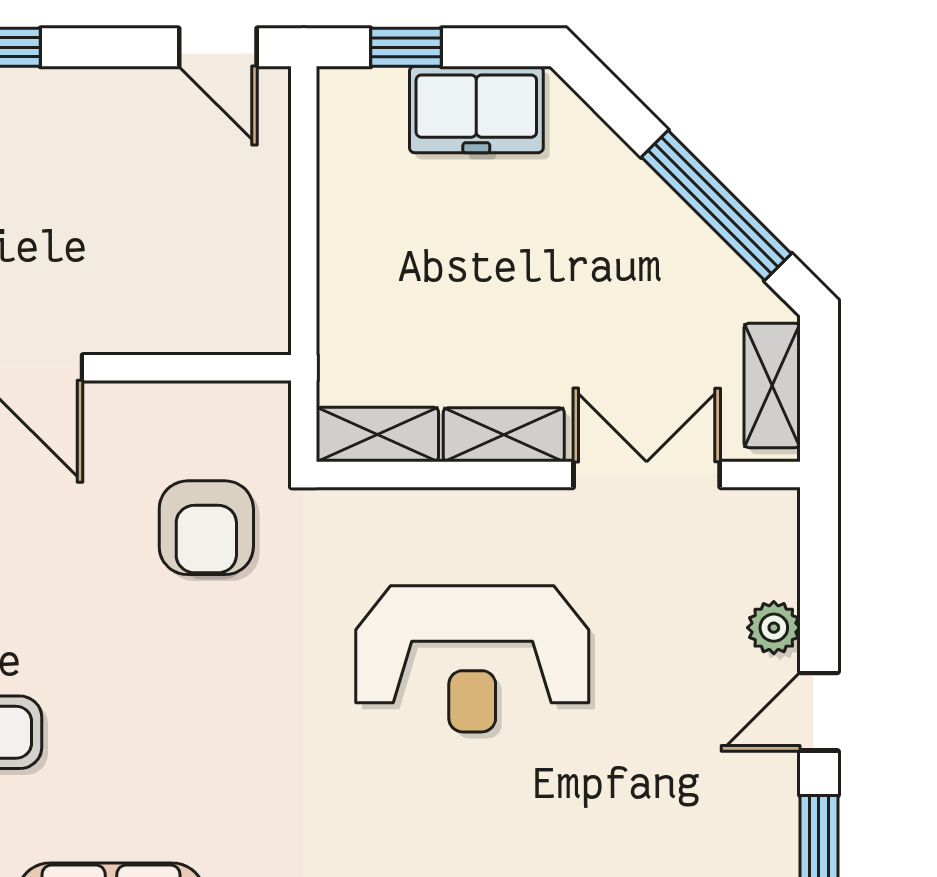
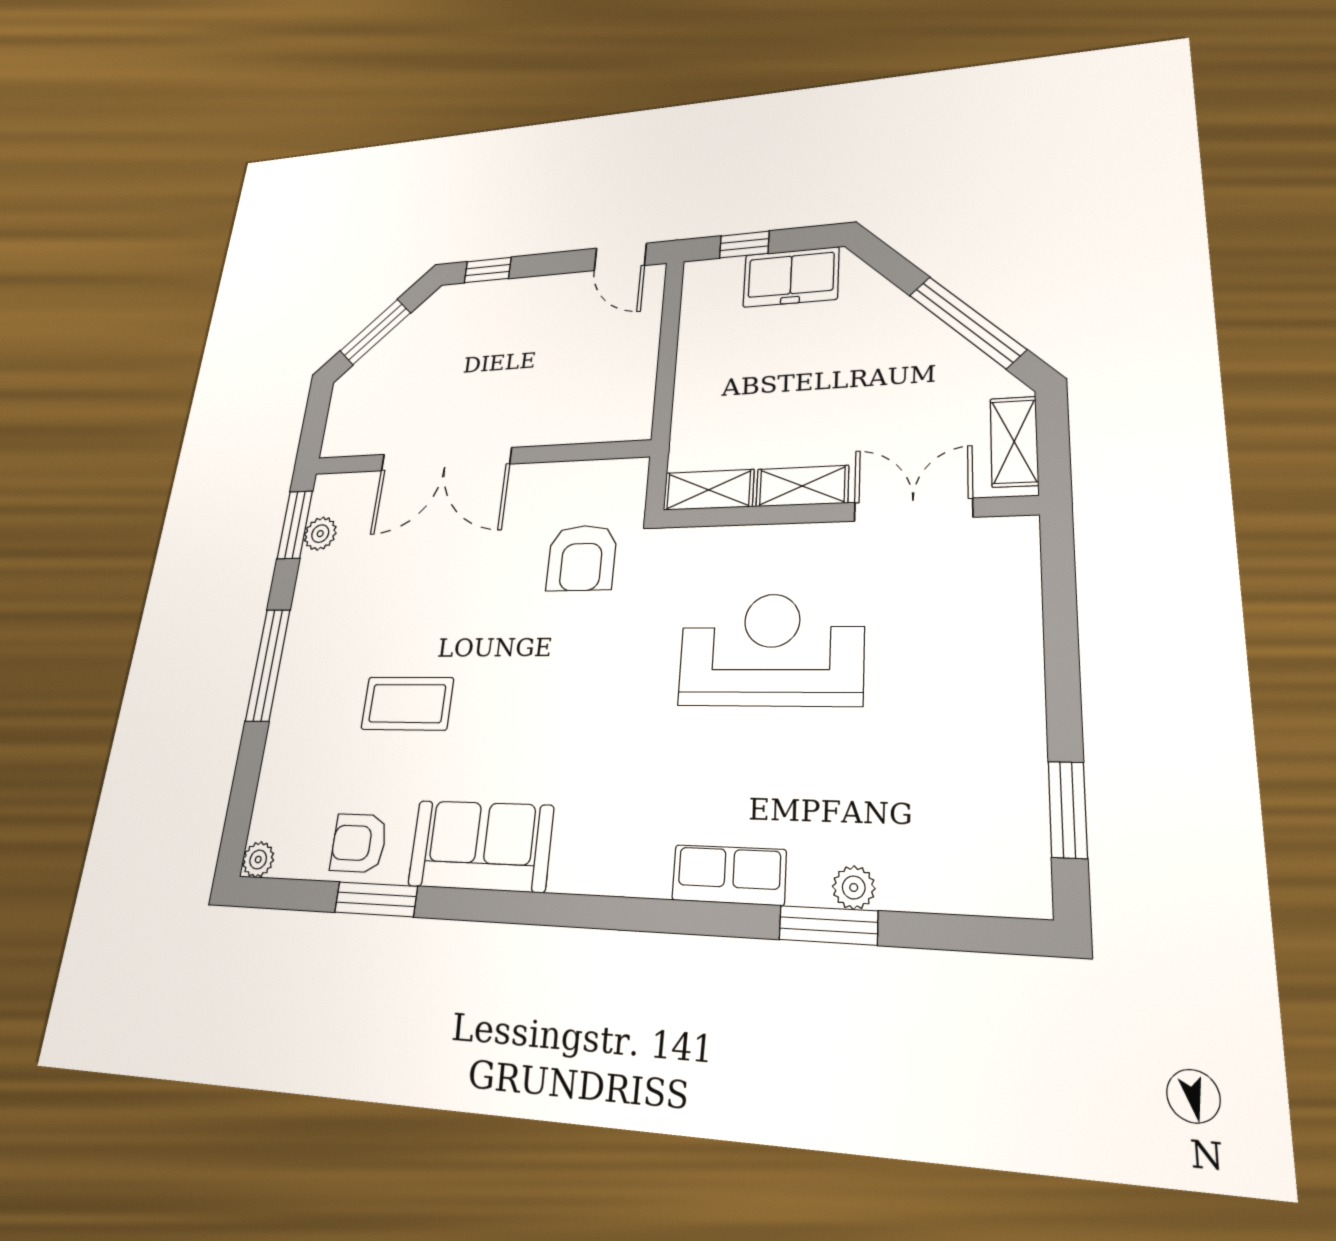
plant: (774, 628) -> (1021, 623), removed
reception desk: (472, 659) -> (771, 649), turned 180
door: (819, 712) -> (1063, 691), removed

